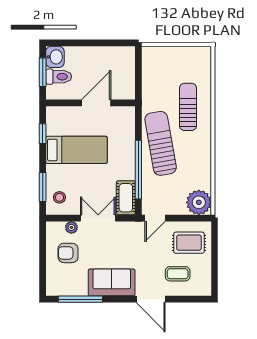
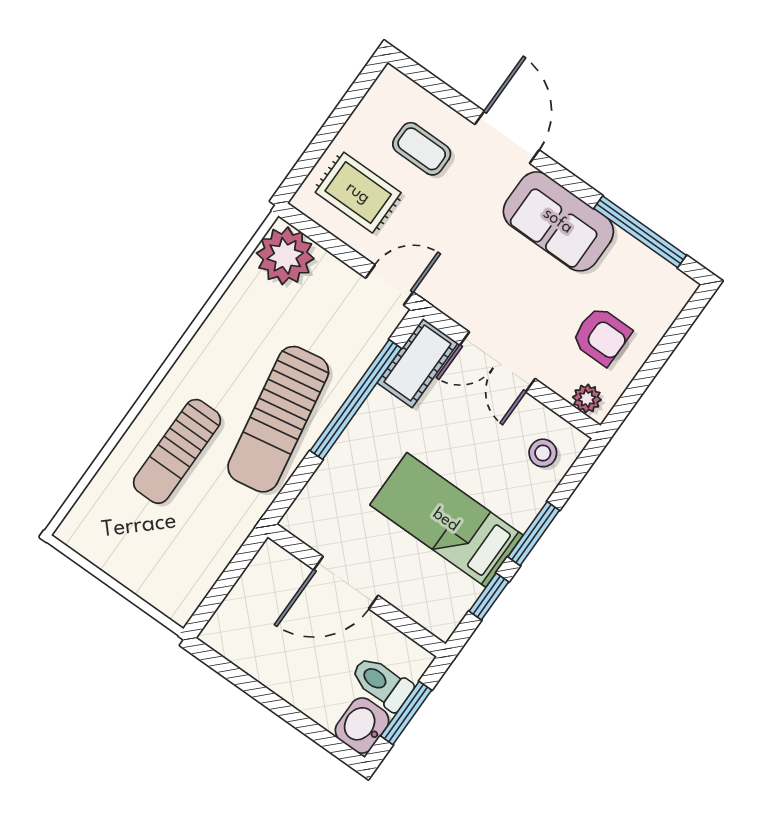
window: (43, 187) -> (534, 534), moved
plant: (71, 227) -> (587, 399), moved

